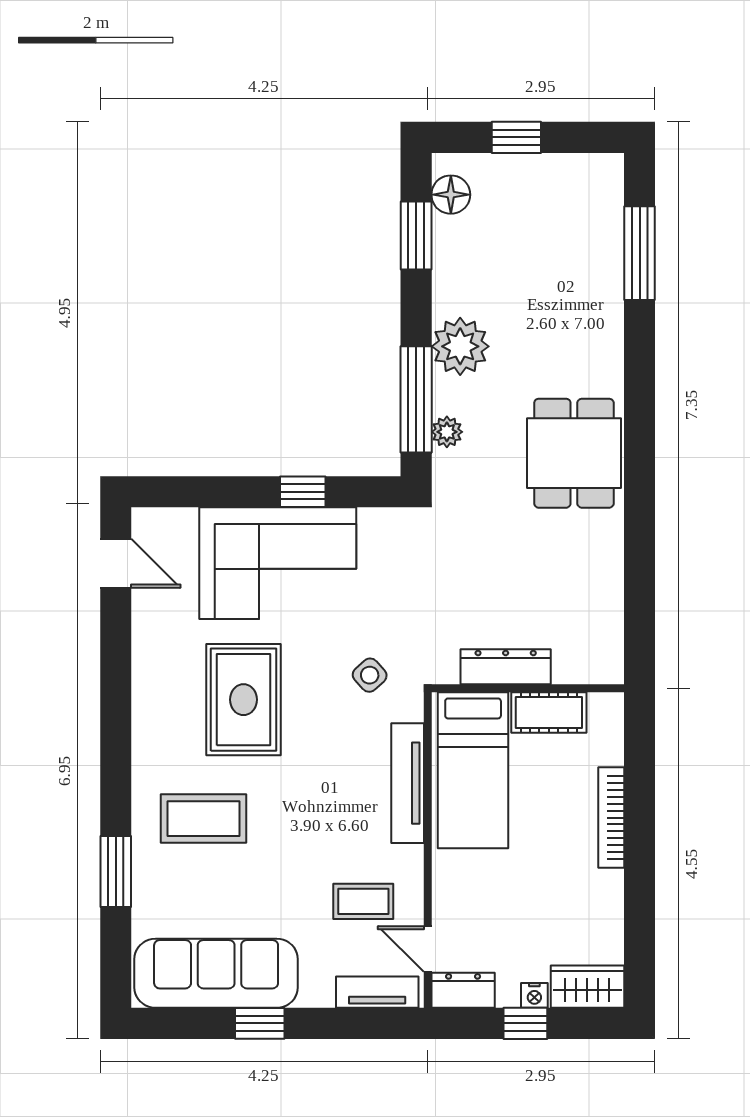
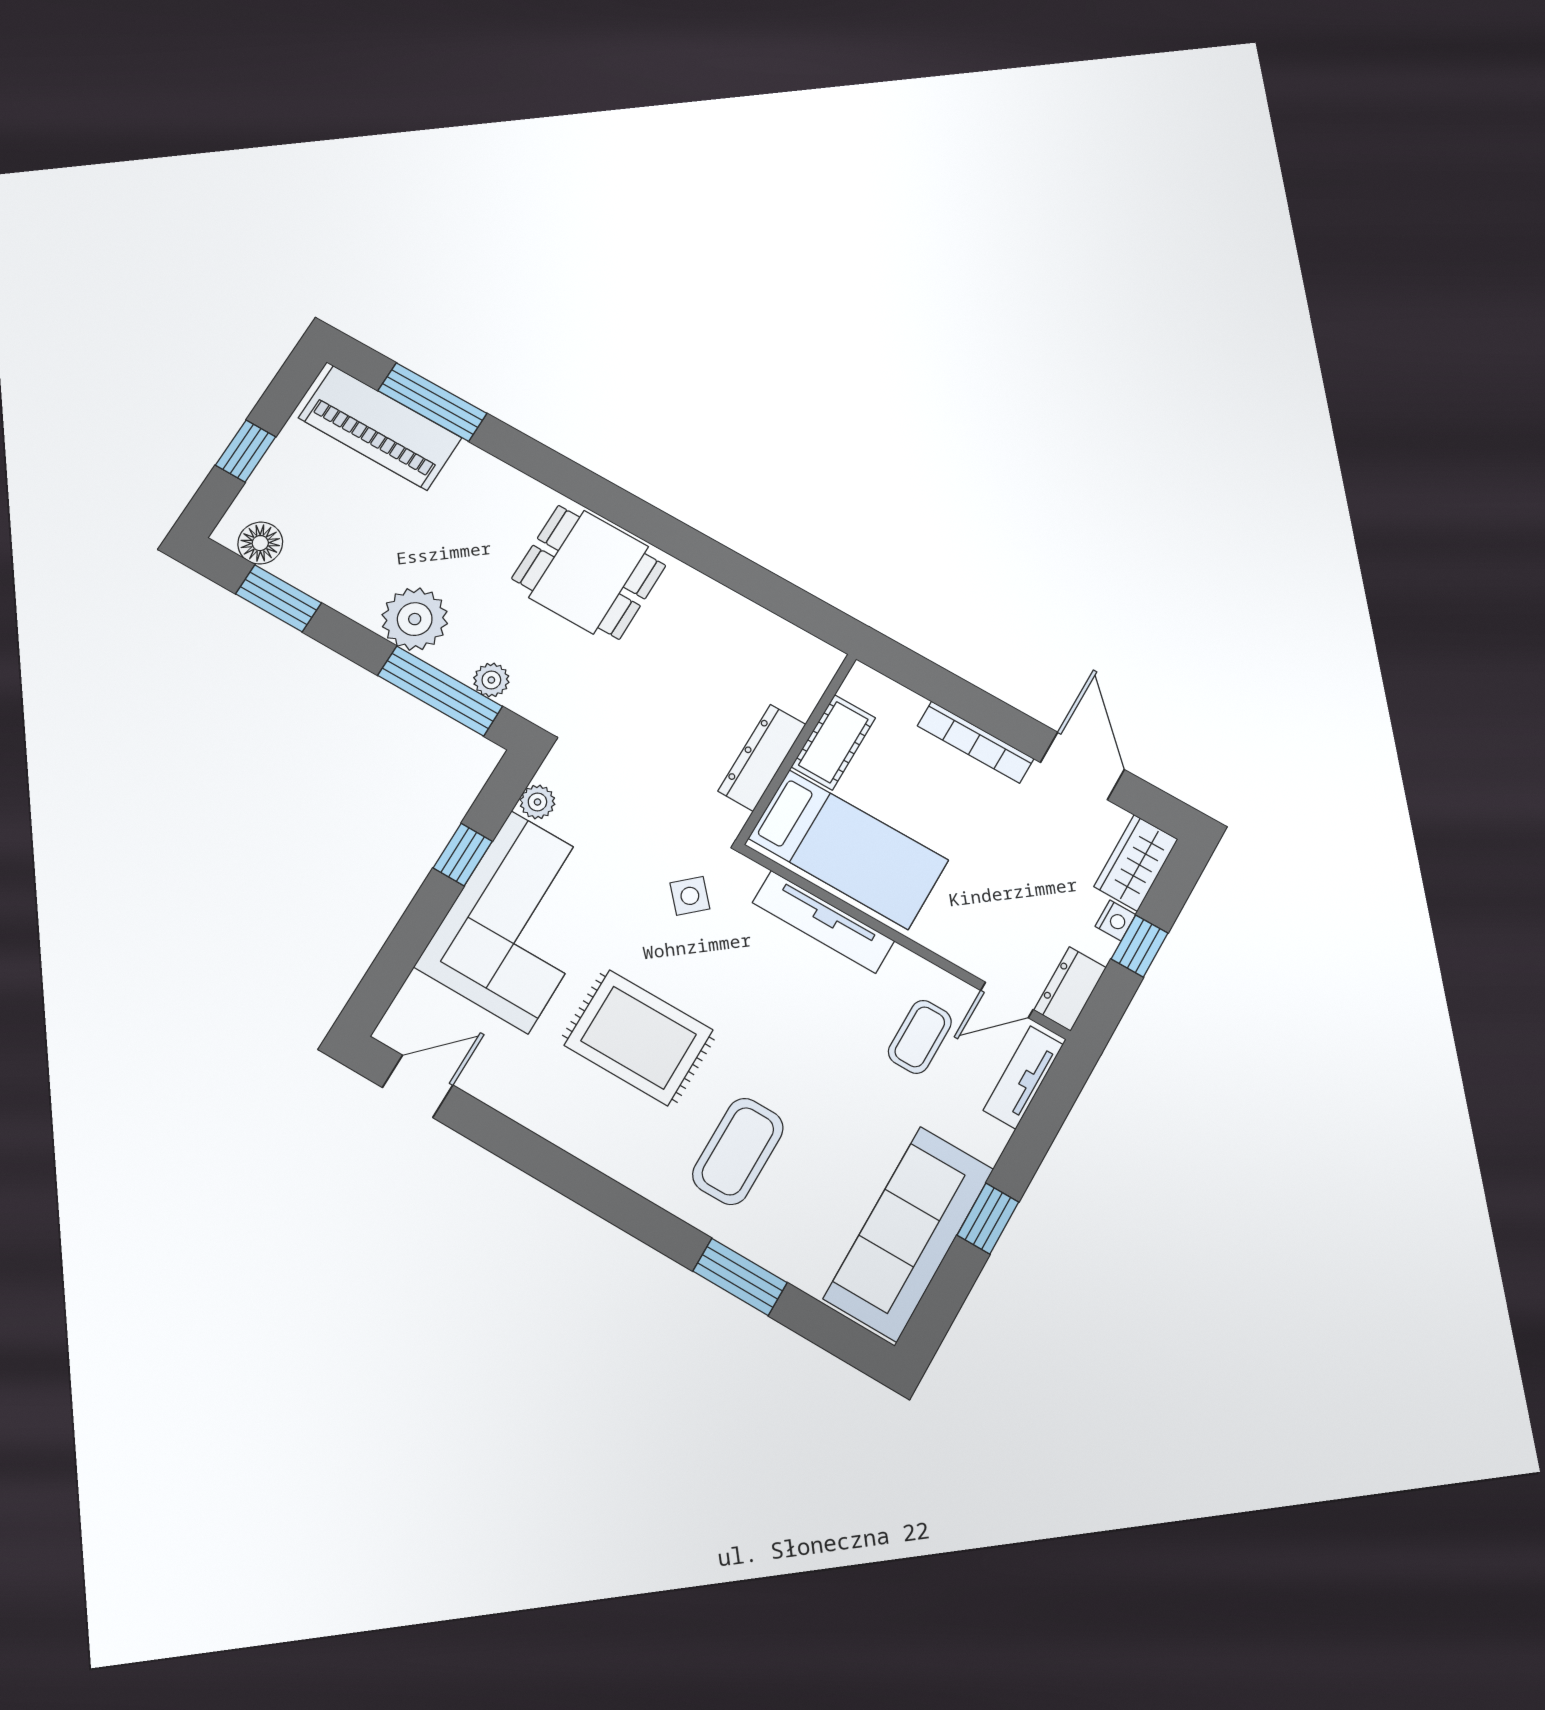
piano: (595, 227) -> (380, 428), added
plant: (374, 522) -> (537, 802), added
door: (640, 907) -> (1082, 766), added

